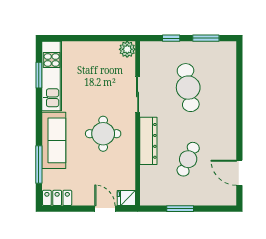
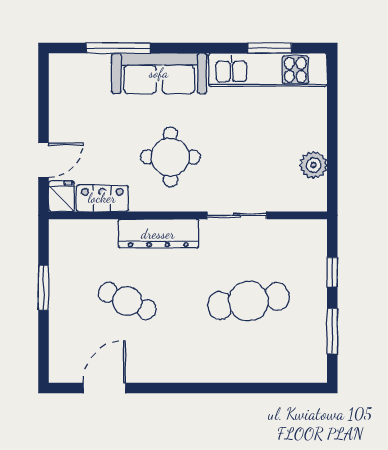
plant: (127, 49) -> (313, 165), moved
locker: (57, 198) -> (102, 198), moved, turned -90

